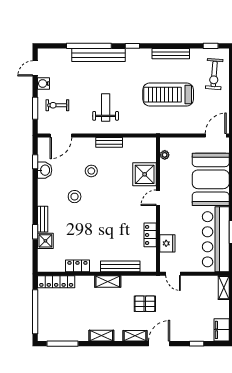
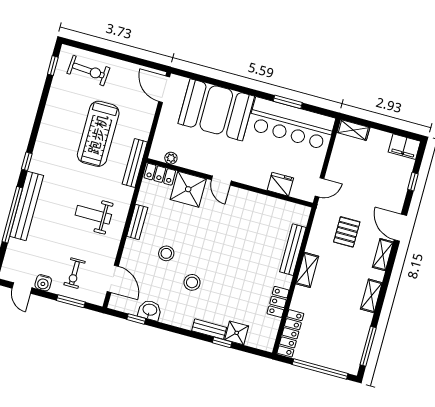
bench: (171, 54) -> (135, 163), moved
locker: (150, 235) -> (160, 174), moved

